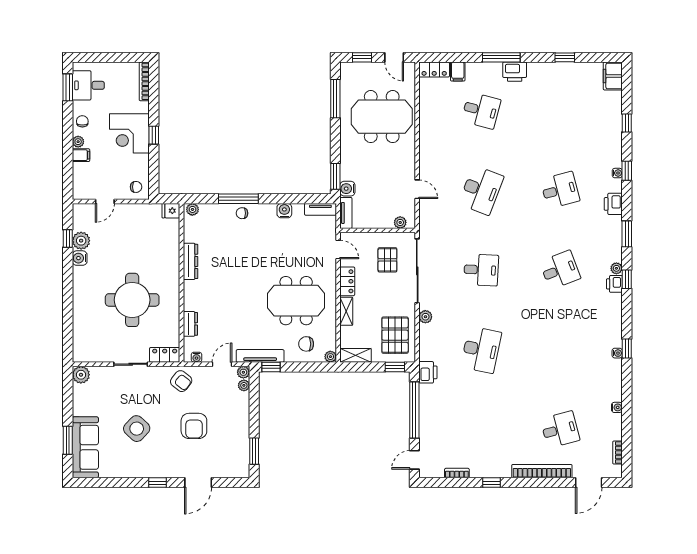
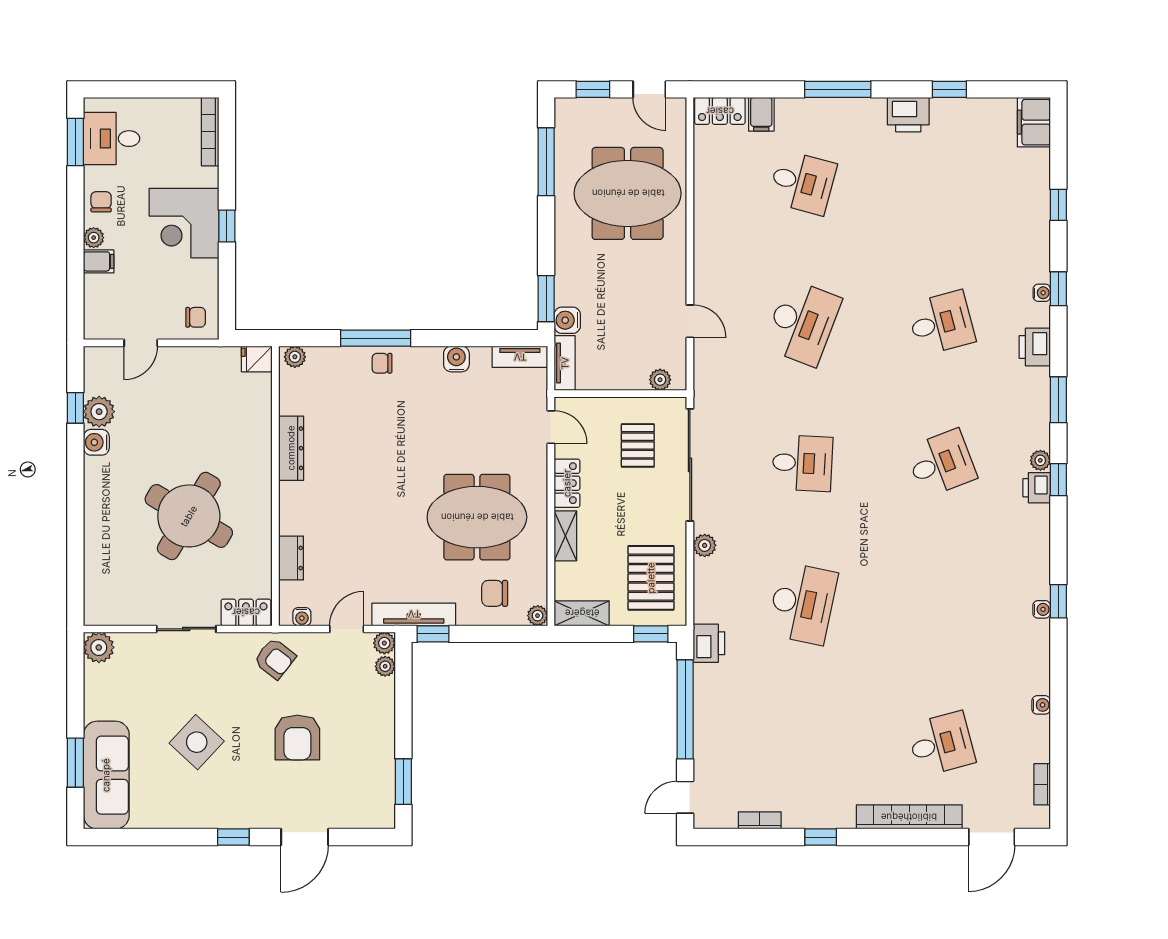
printer: (515, 72) -> (908, 115), moved
round table: (132, 300) -> (189, 516), turned 31

